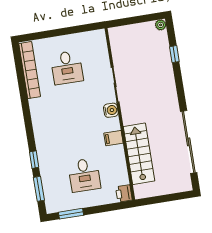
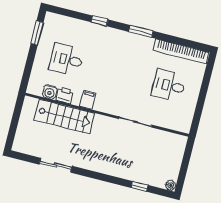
water cooler: (111, 110) -> (50, 92), moved
sliding door: (189, 142) -> (56, 165), width x0.54
window: (39, 189) -> (141, 31), moved
printer: (124, 193) -> (65, 95), moved

